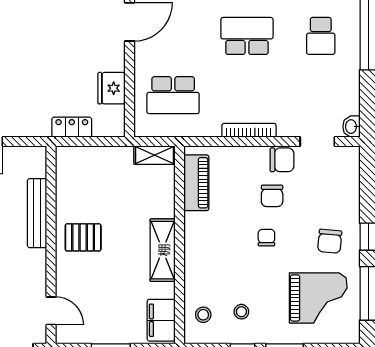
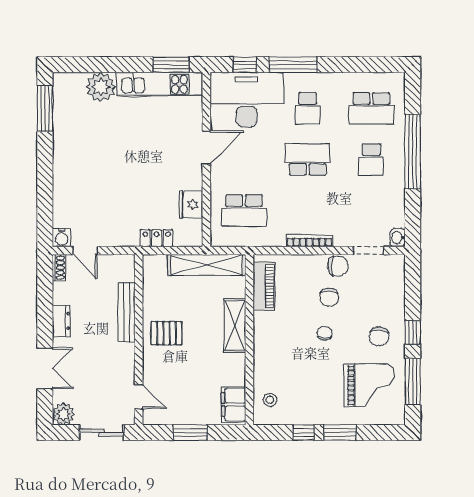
shelving: (155, 155) -> (207, 265), width x2.20, depth x1.33
shelving: (163, 250) -> (235, 326), moved
stool: (241, 312) -> (303, 397), removed

